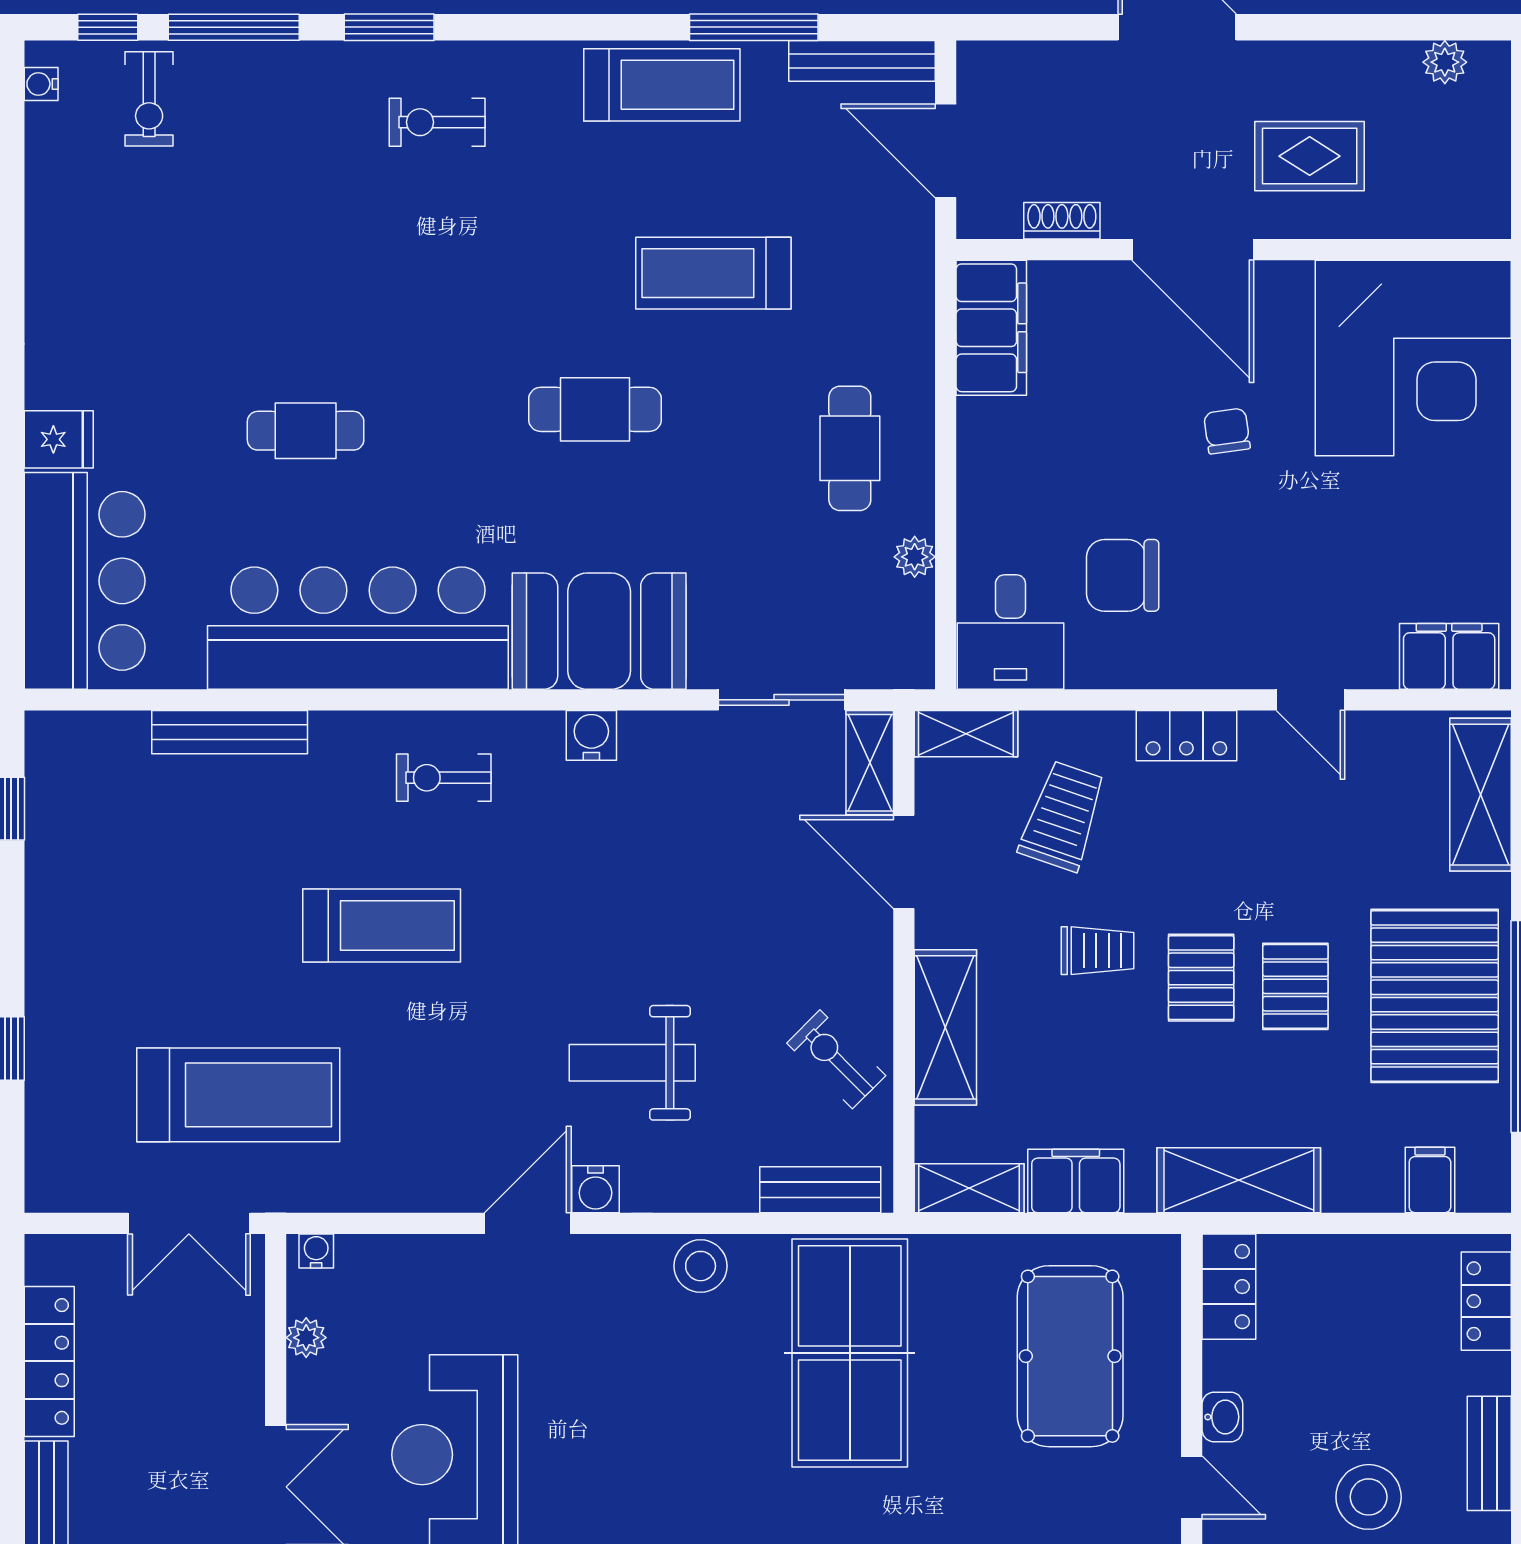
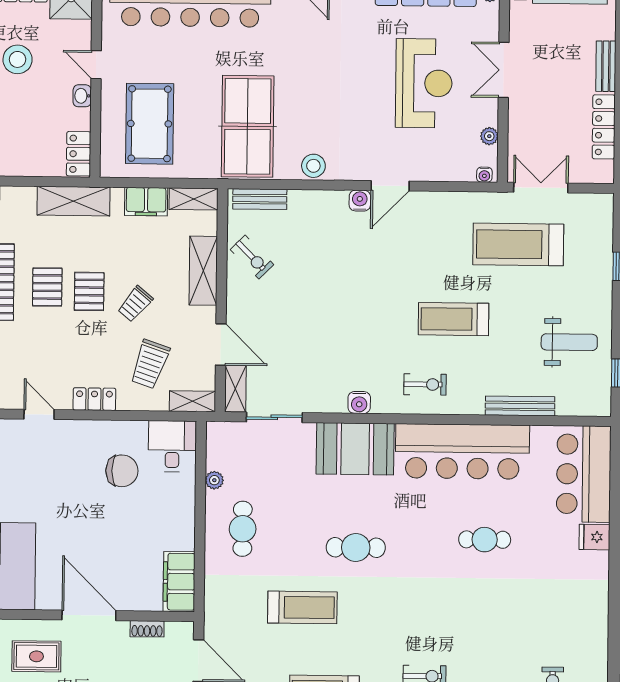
chair: (1227, 431) -> (75, 534), removed
trolley: (1098, 951) -> (135, 304), turned -50
weight bench: (632, 1063) -> (569, 342), moved

